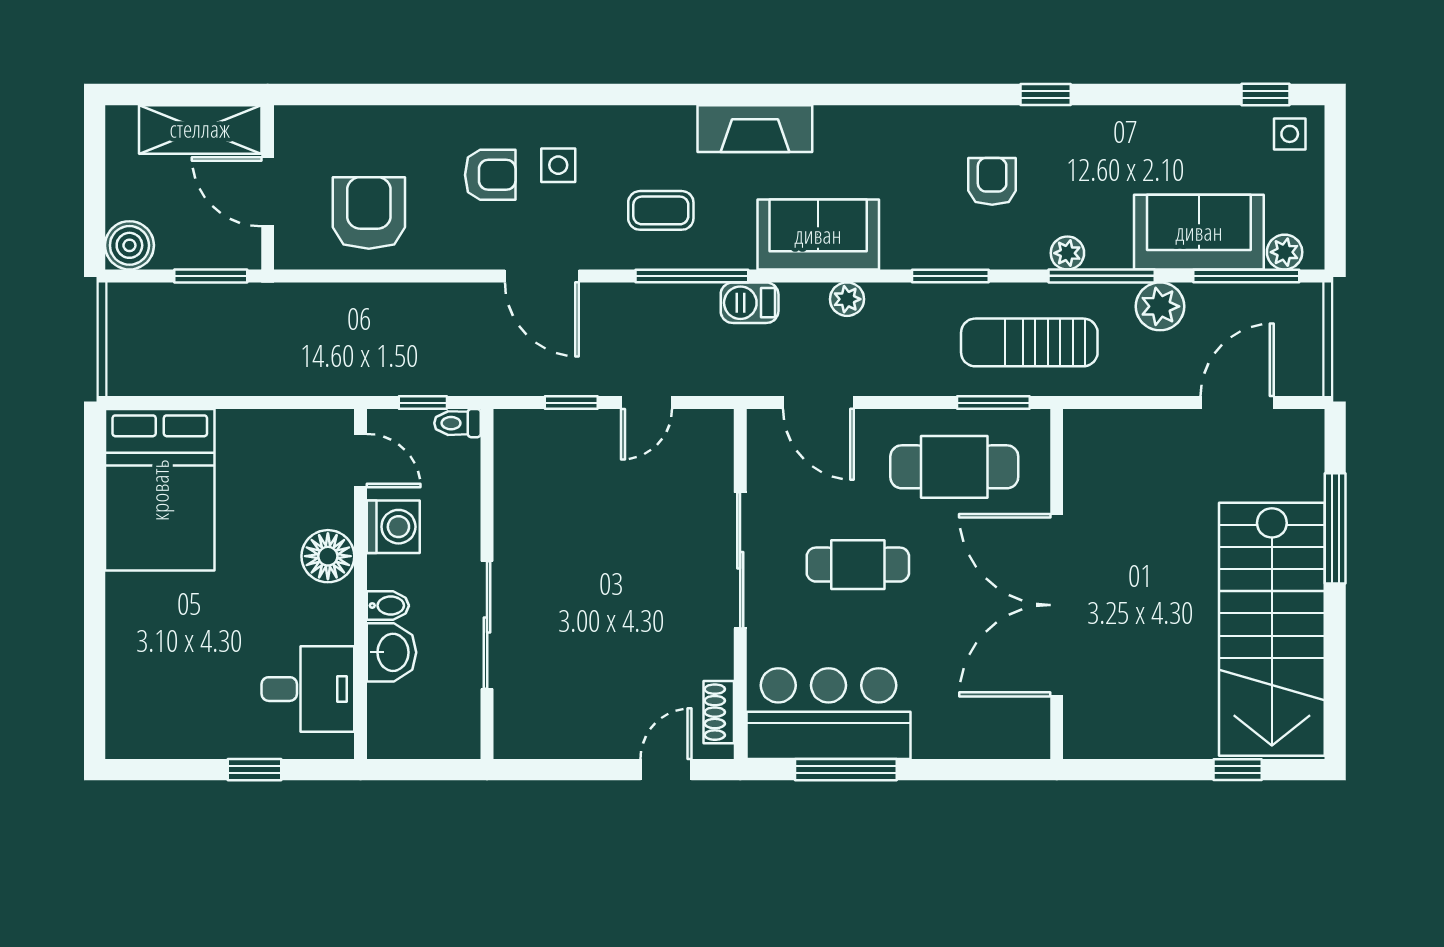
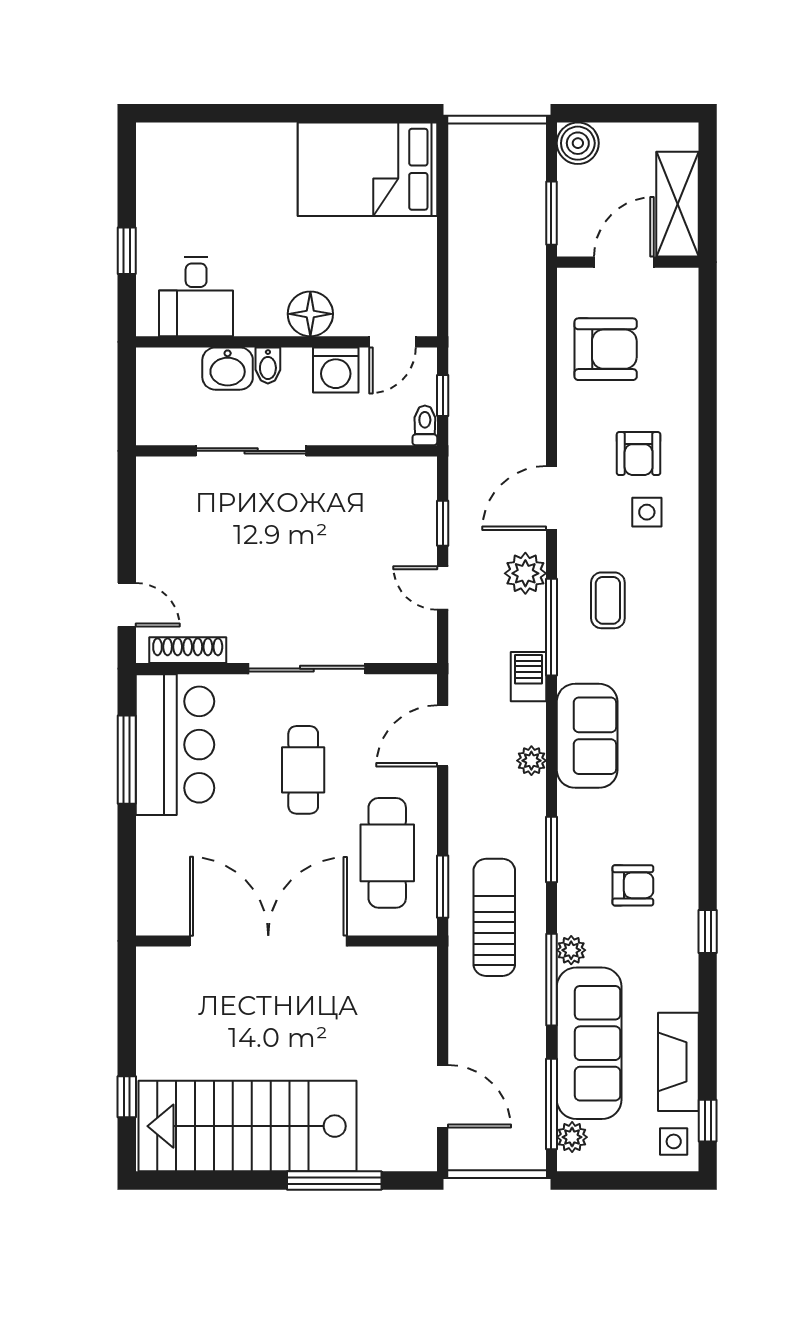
fireplace: (755, 129) -> (678, 1062), moved
sofa: (1199, 232) -> (589, 1043), width x1.36
plant: (1160, 306) -> (525, 573), moved
shoe rack: (719, 712) -> (188, 650), width x1.43

